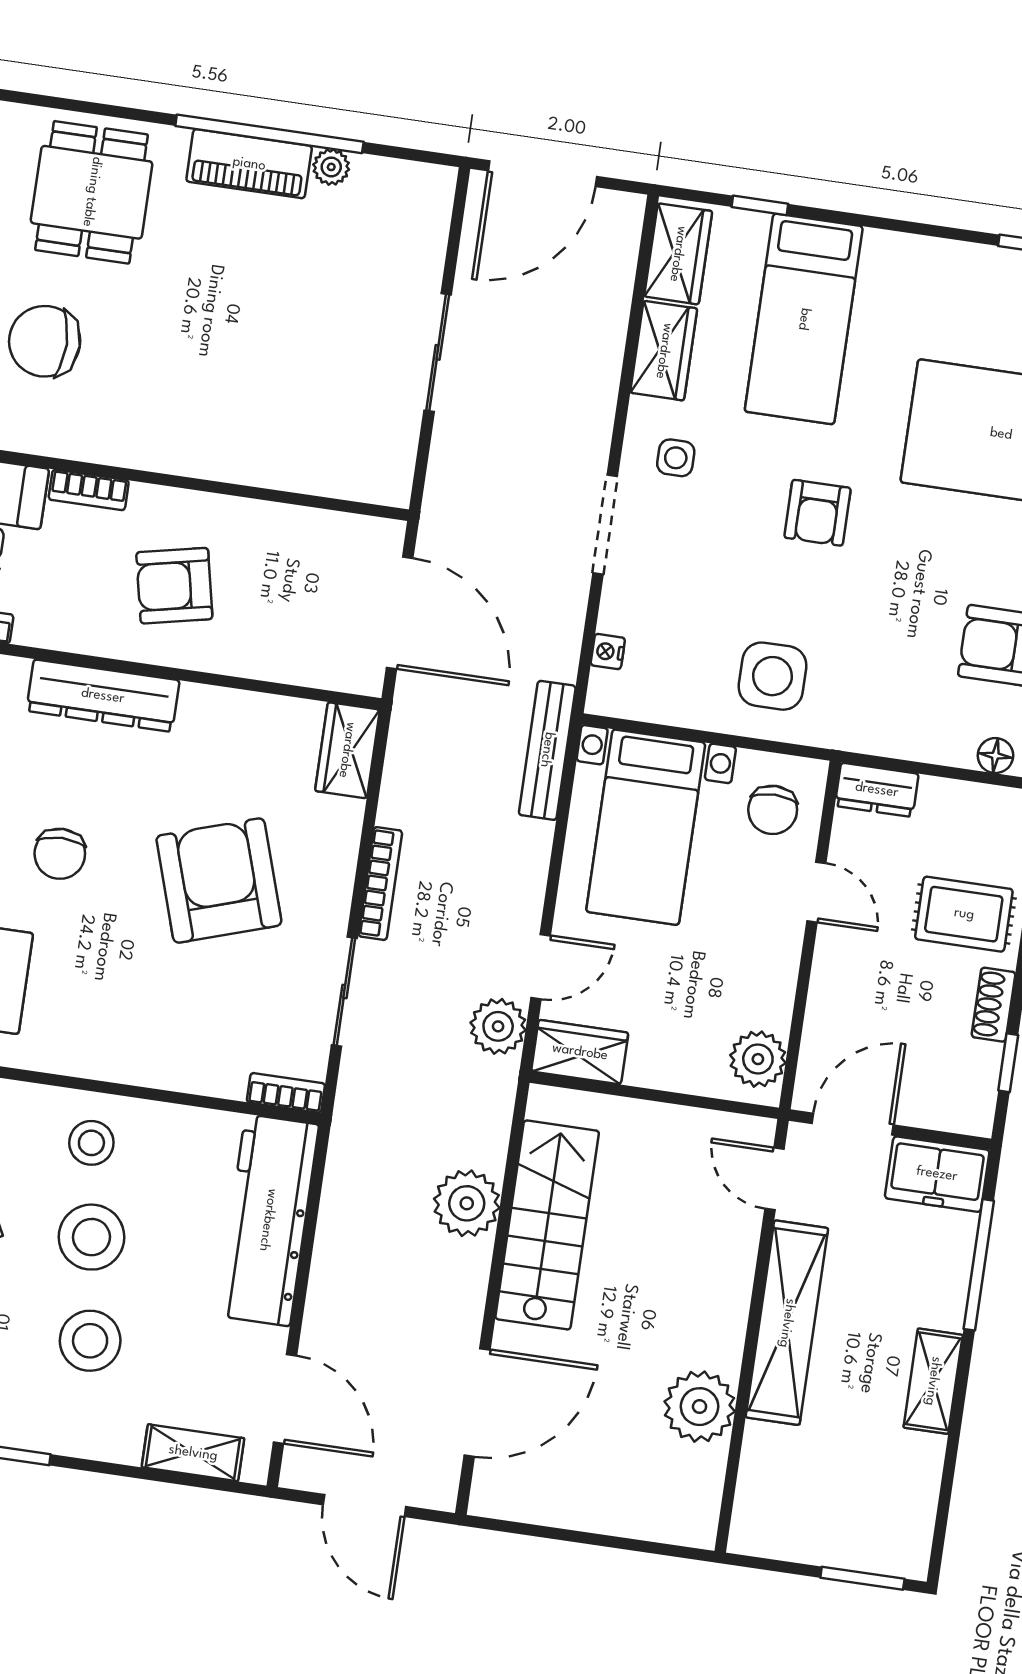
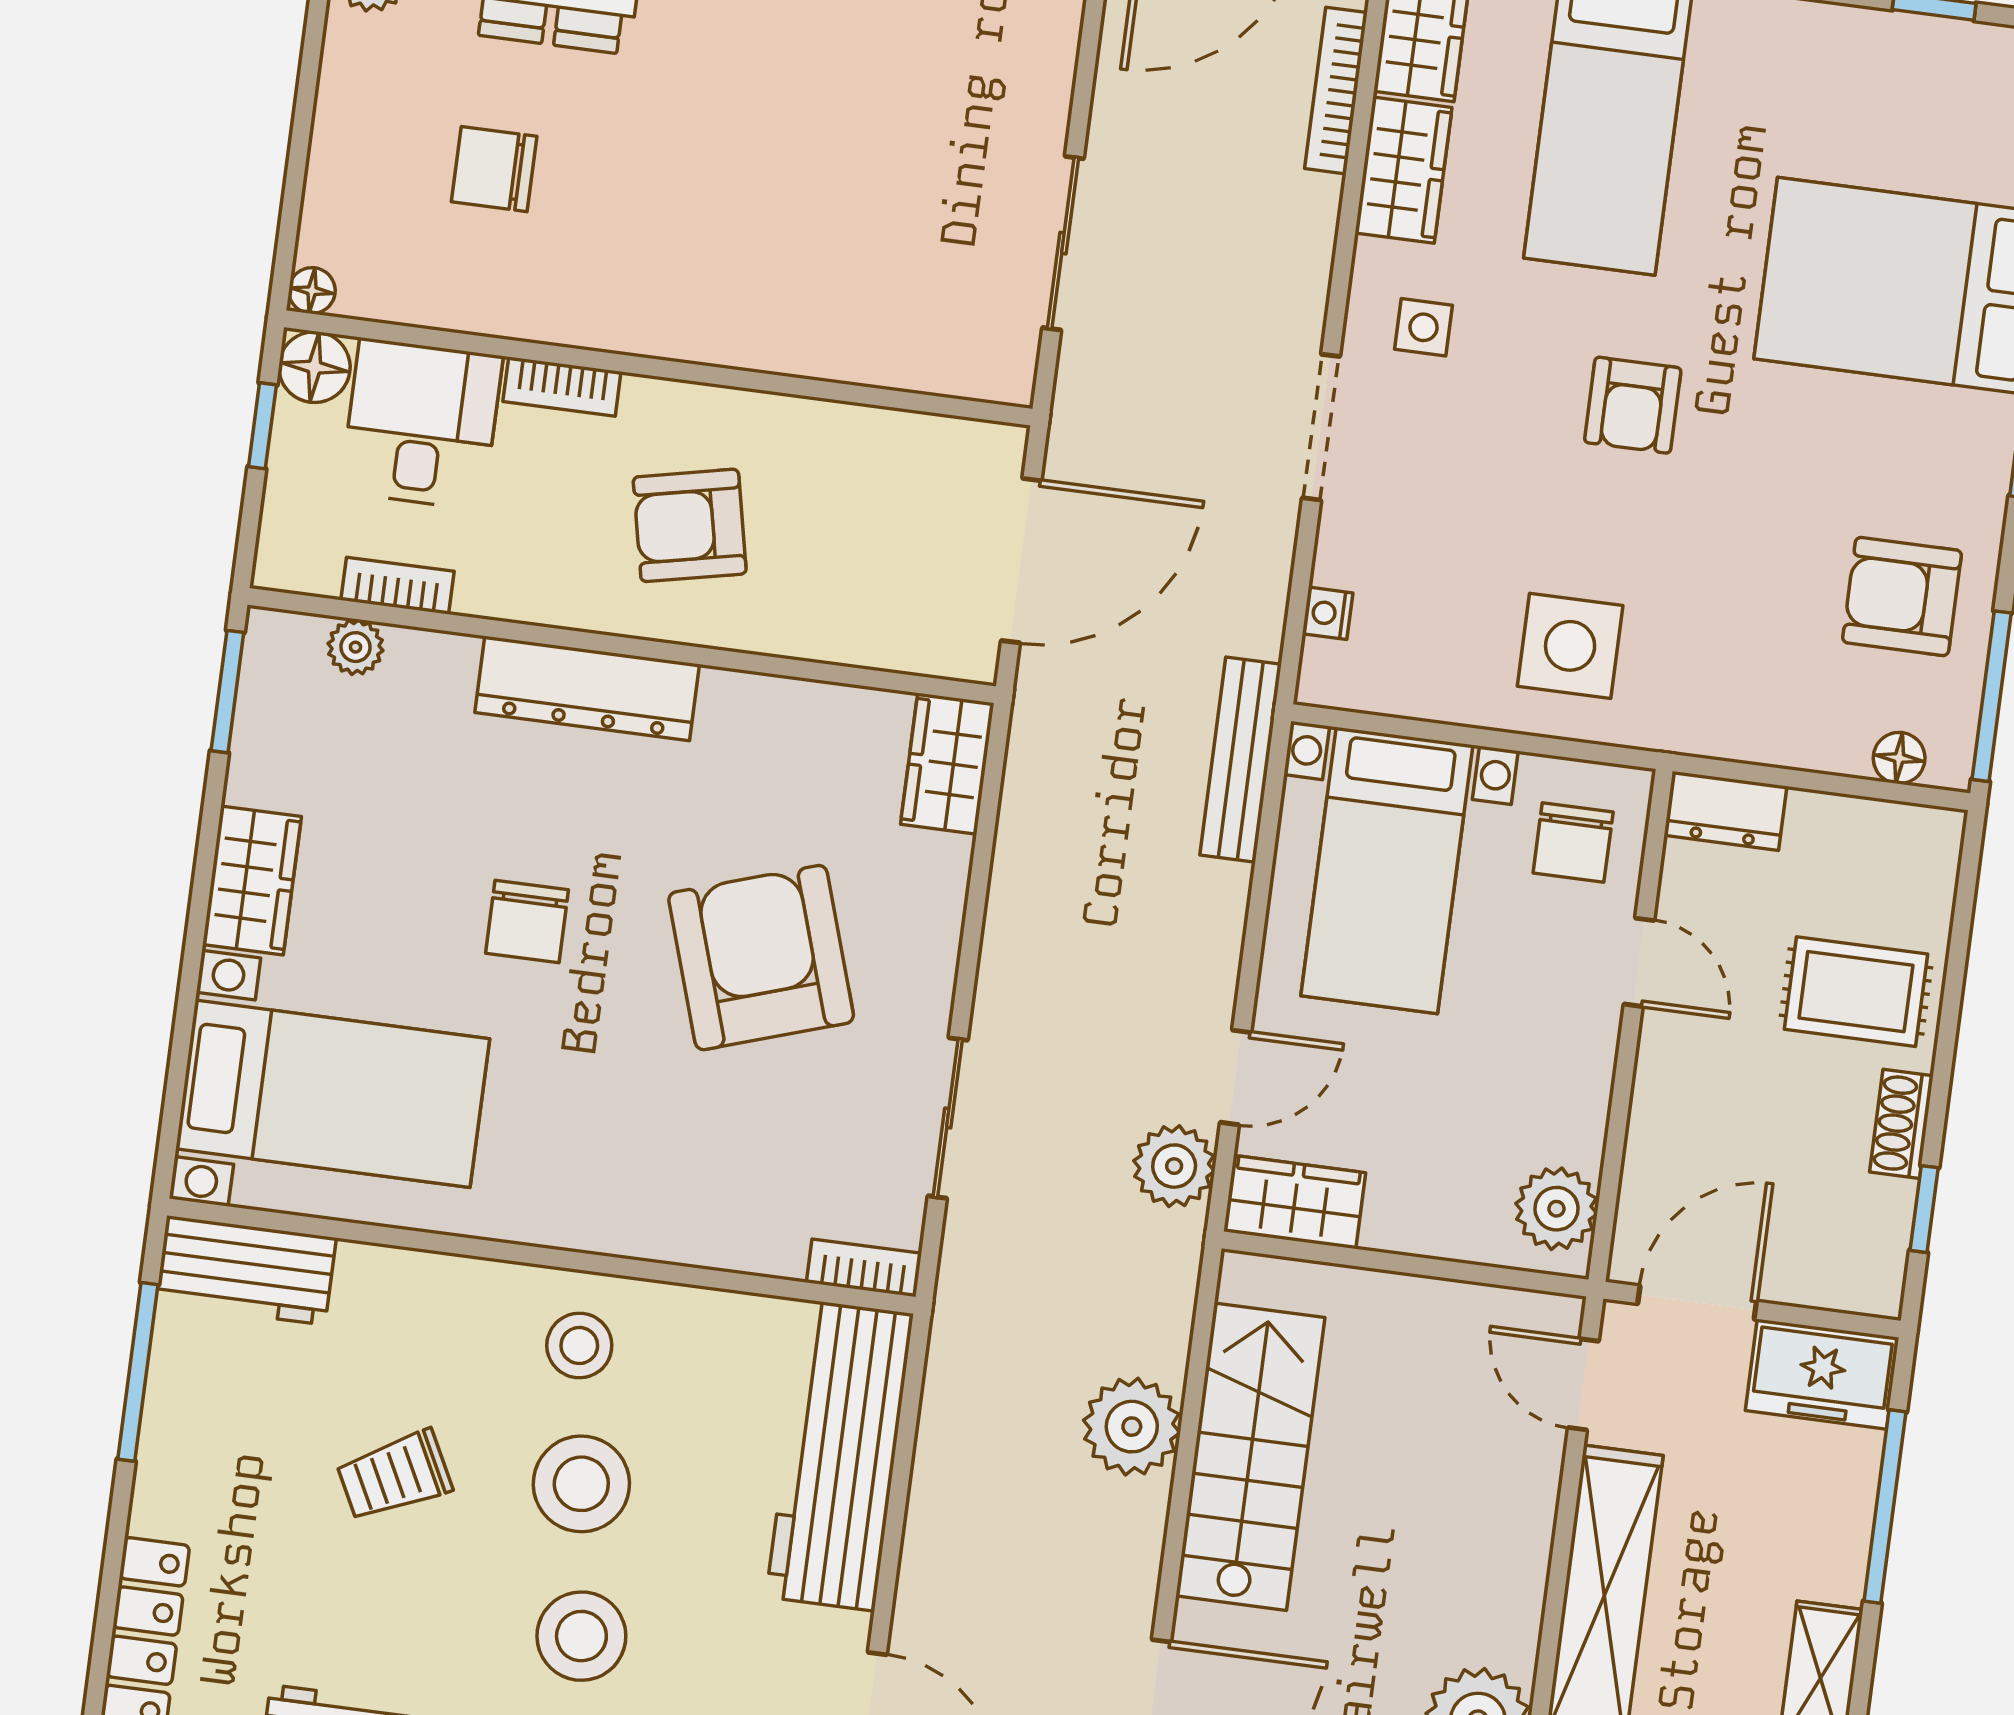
chair: (45, 341) -> (494, 169), width x0.73, depth x0.73
sliding door: (438, 352) -> (1063, 243), moved
door: (400, 613) -> (1021, 561), hinge flipped
bookcase: (380, 884) -> (1336, 91), moved, turned 180

